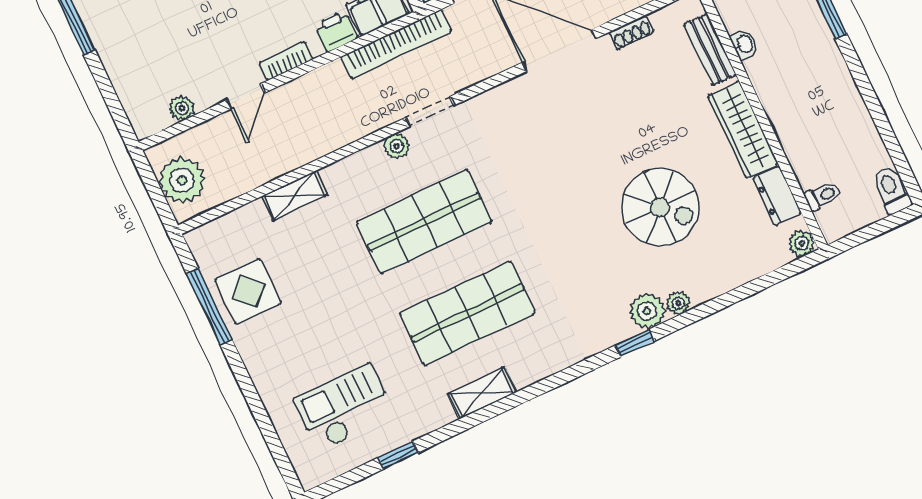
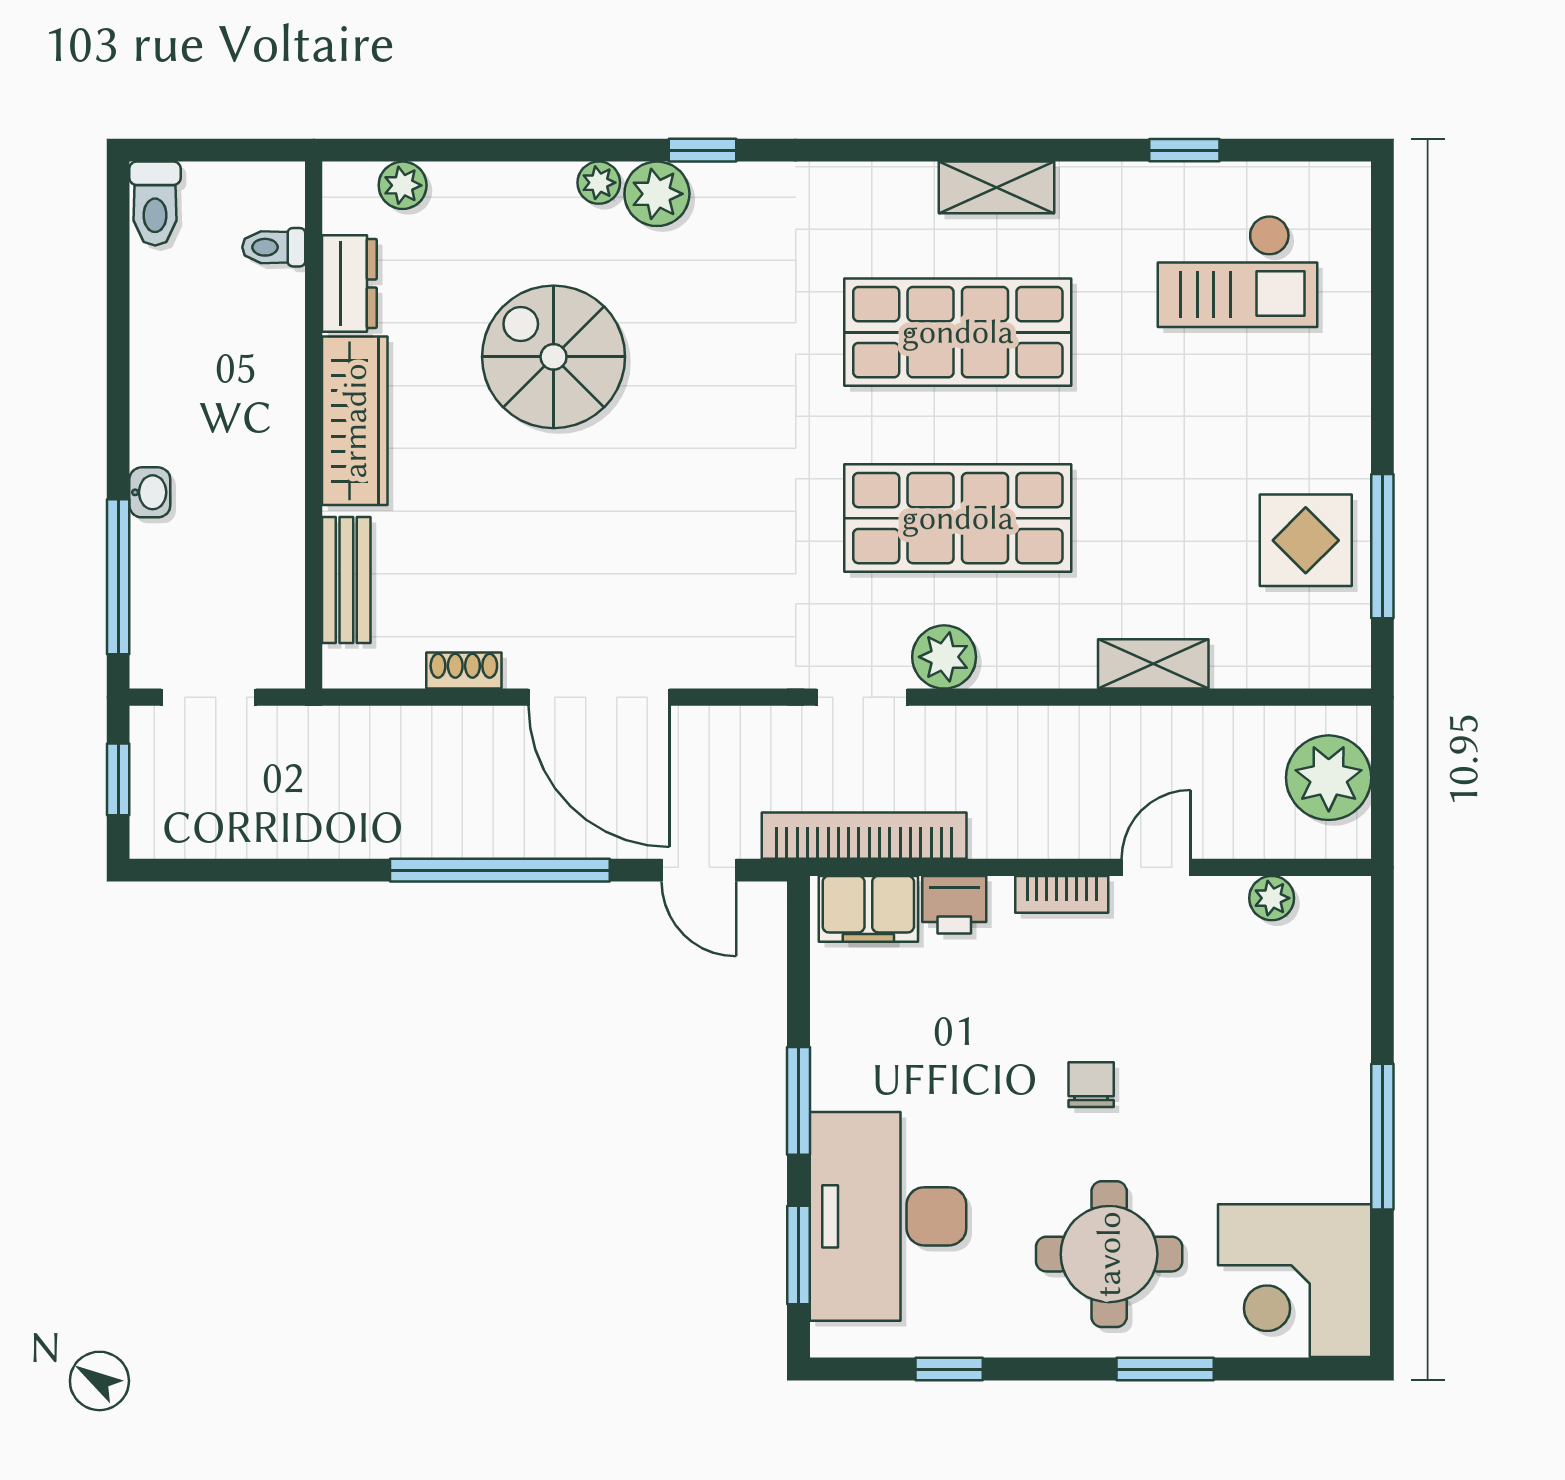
washbasin: (744, 44) -> (150, 492), moved, turned 180
plant: (397, 146) -> (944, 657), width x1.38, depth x1.38
plant: (802, 243) -> (403, 185), moved

